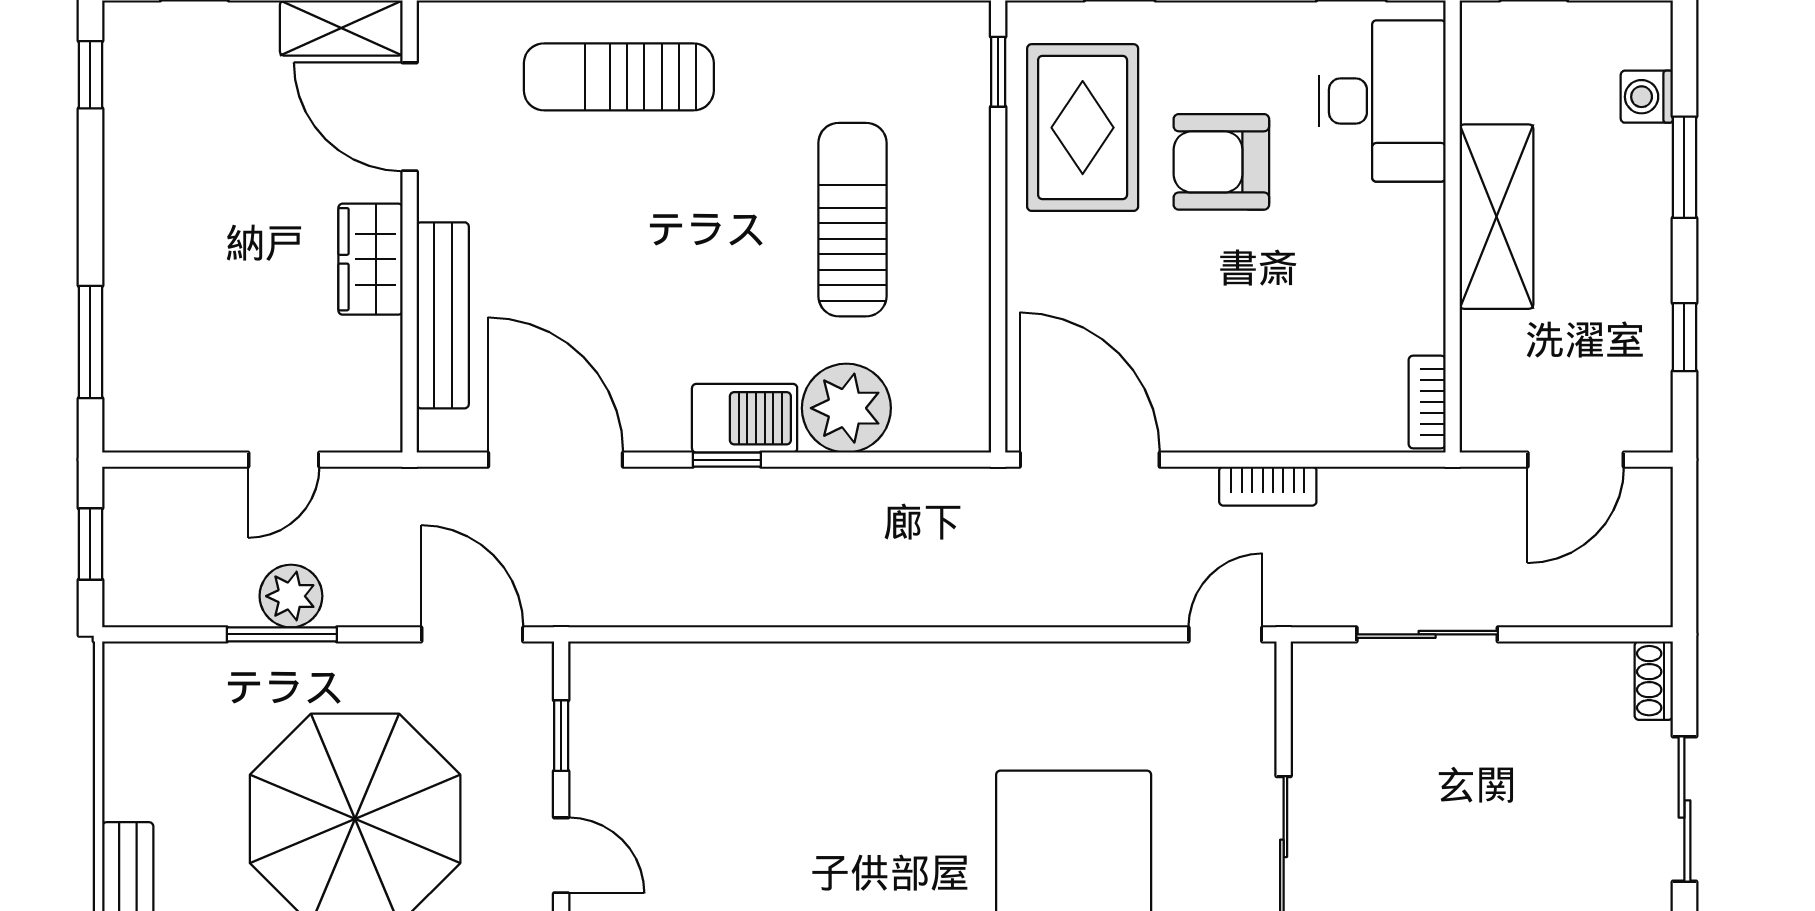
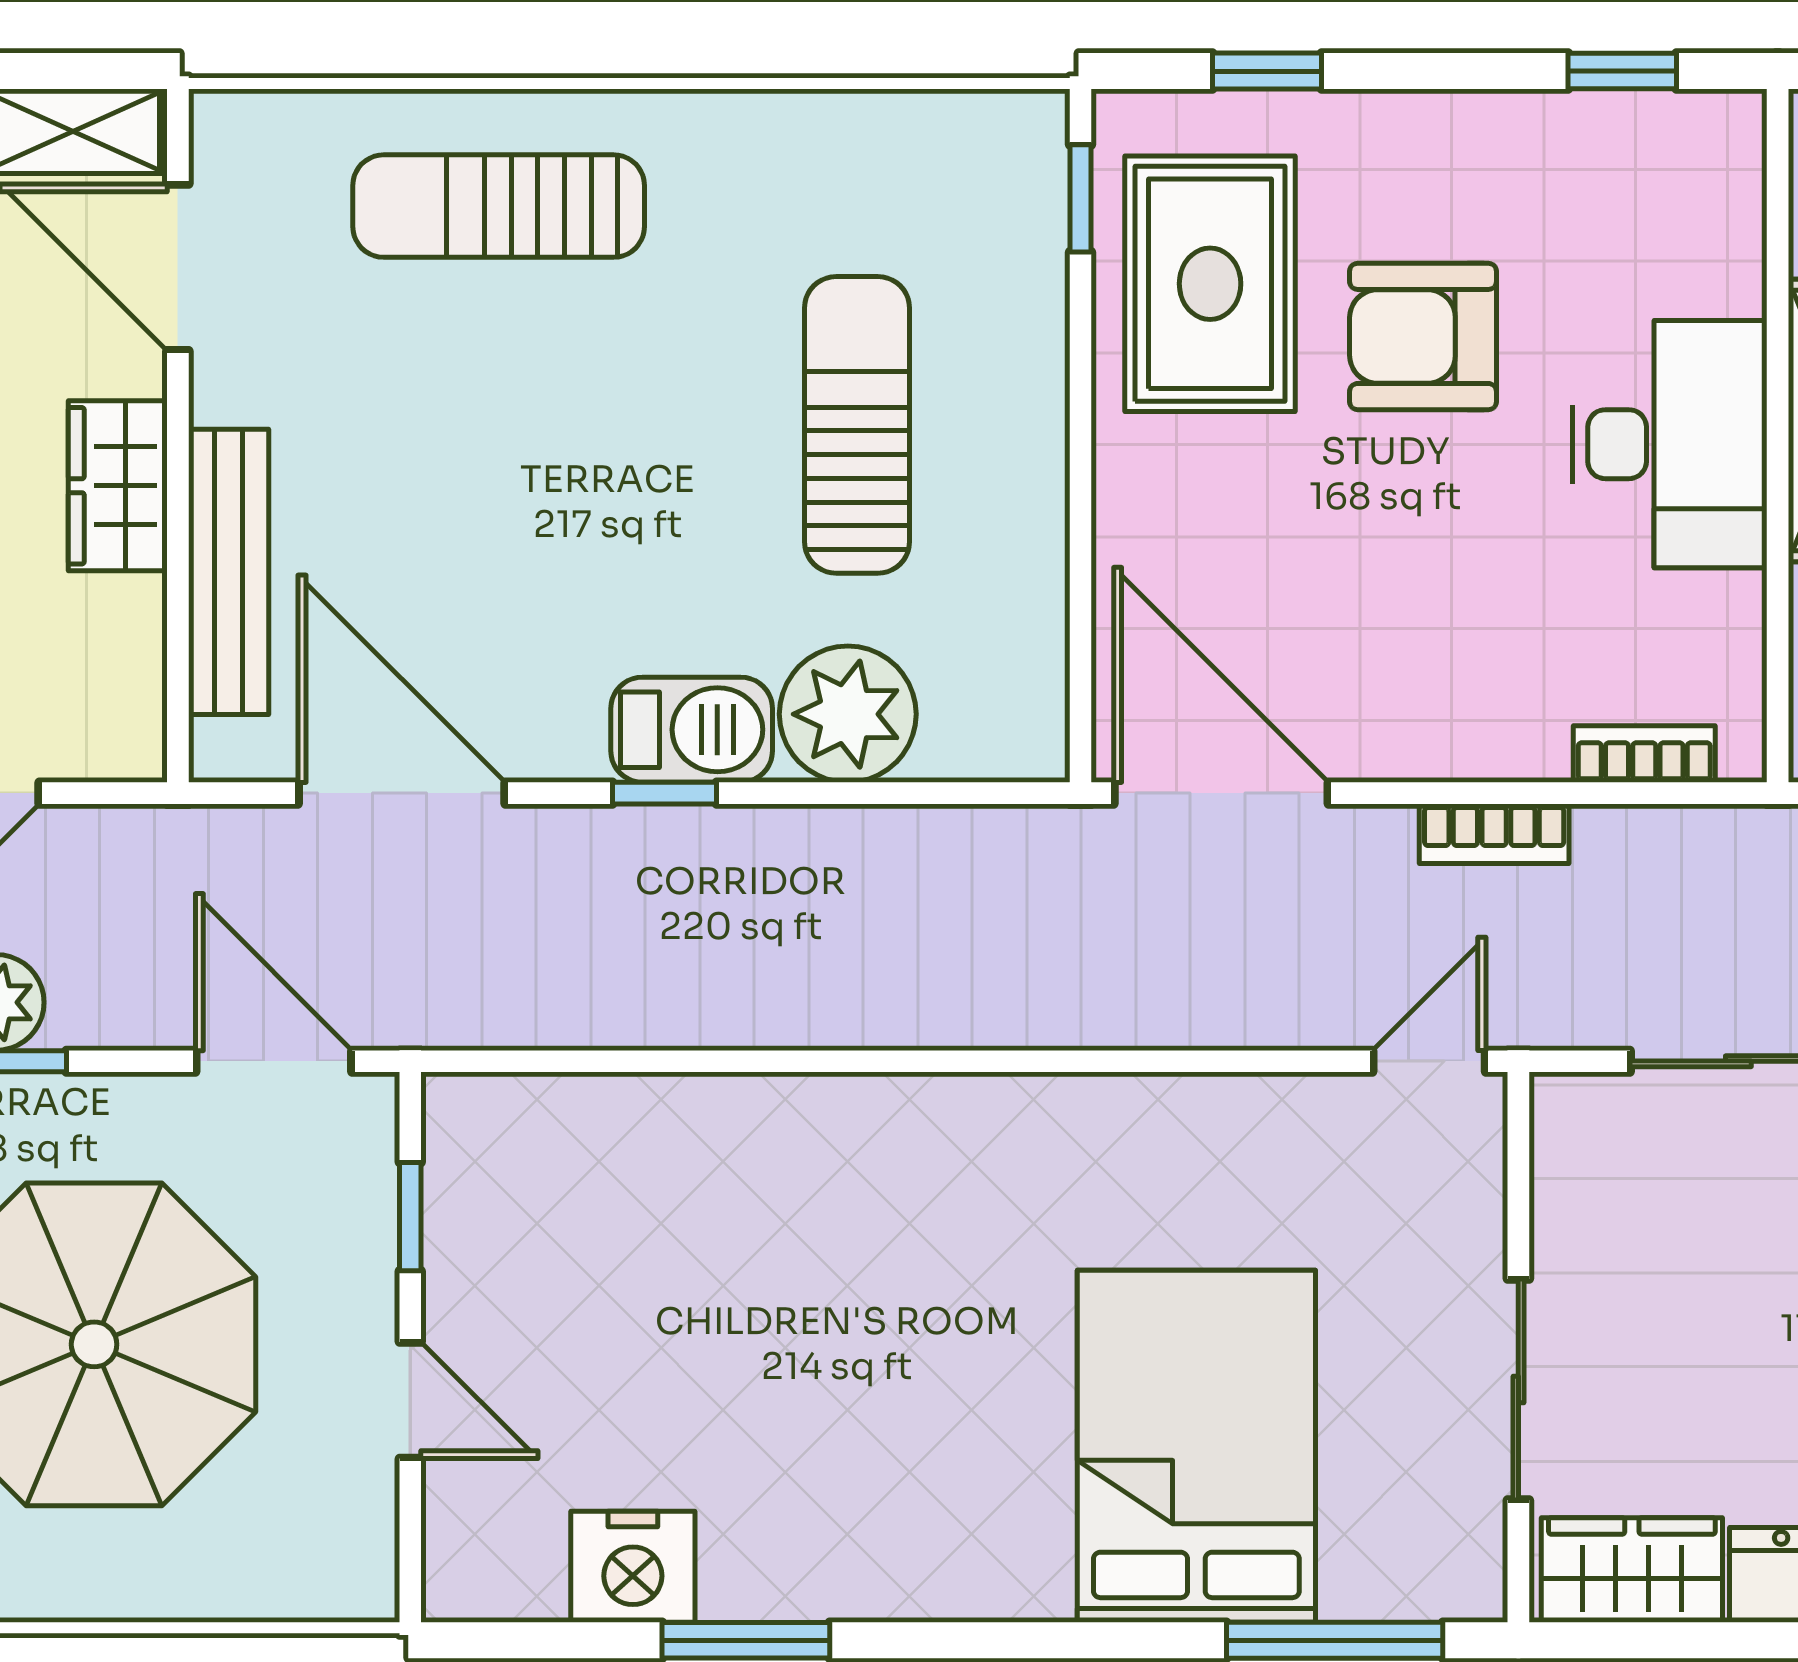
desk: (1382, 101) -> (1670, 444), moved
bookcase: (1427, 402) -> (1644, 754), moved, turned 90

